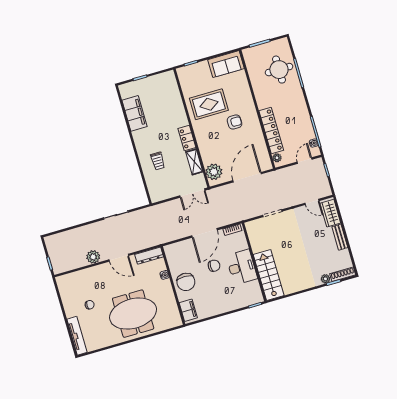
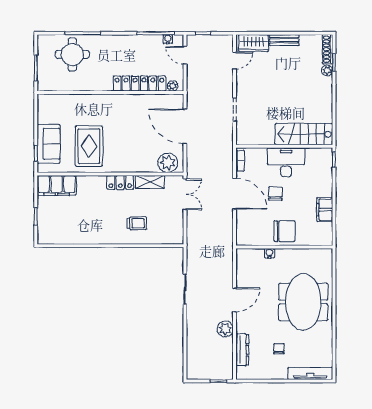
sofa: (226, 64) -> (49, 144), moved
filing cabinet: (134, 113) -> (57, 185), moved, turned 180
armchair: (235, 122) -> (118, 123), removed
dresser: (149, 256) -> (242, 350), moved
filing cabinet: (188, 310) -> (325, 210), moved, turned -90

